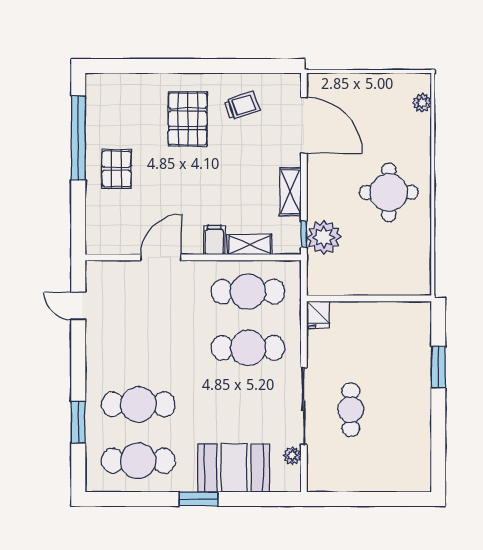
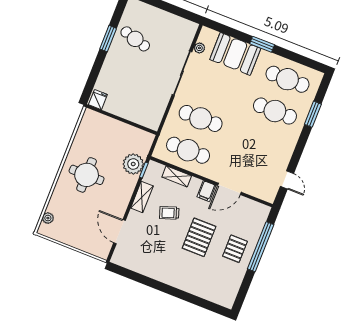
trolley: (242, 105) -> (169, 213), moved
pallet: (188, 119) -> (199, 237), moved
door: (304, 125) -> (120, 232), width x0.73
window: (78, 138) -> (261, 247), moved
filing cabinet: (214, 240) -> (206, 191), moved
fridge: (318, 315) -> (98, 100), moved
window: (438, 367) -> (108, 39), moved
cafe table: (351, 410) -> (135, 39), moved, turned -74

